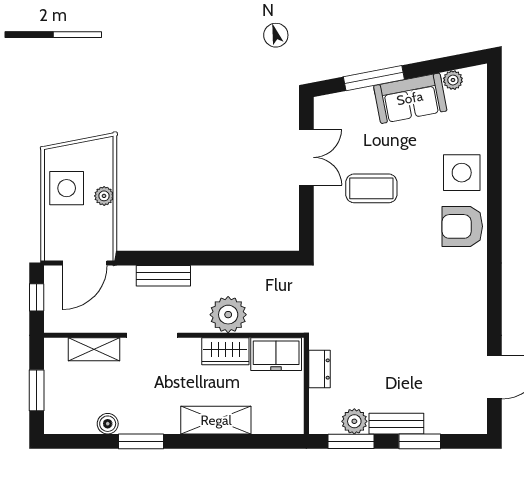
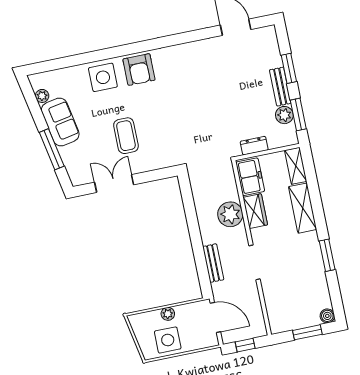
shelving: (94, 349) -> (296, 166), moved
boiler: (108, 424) -> (327, 316), moved

